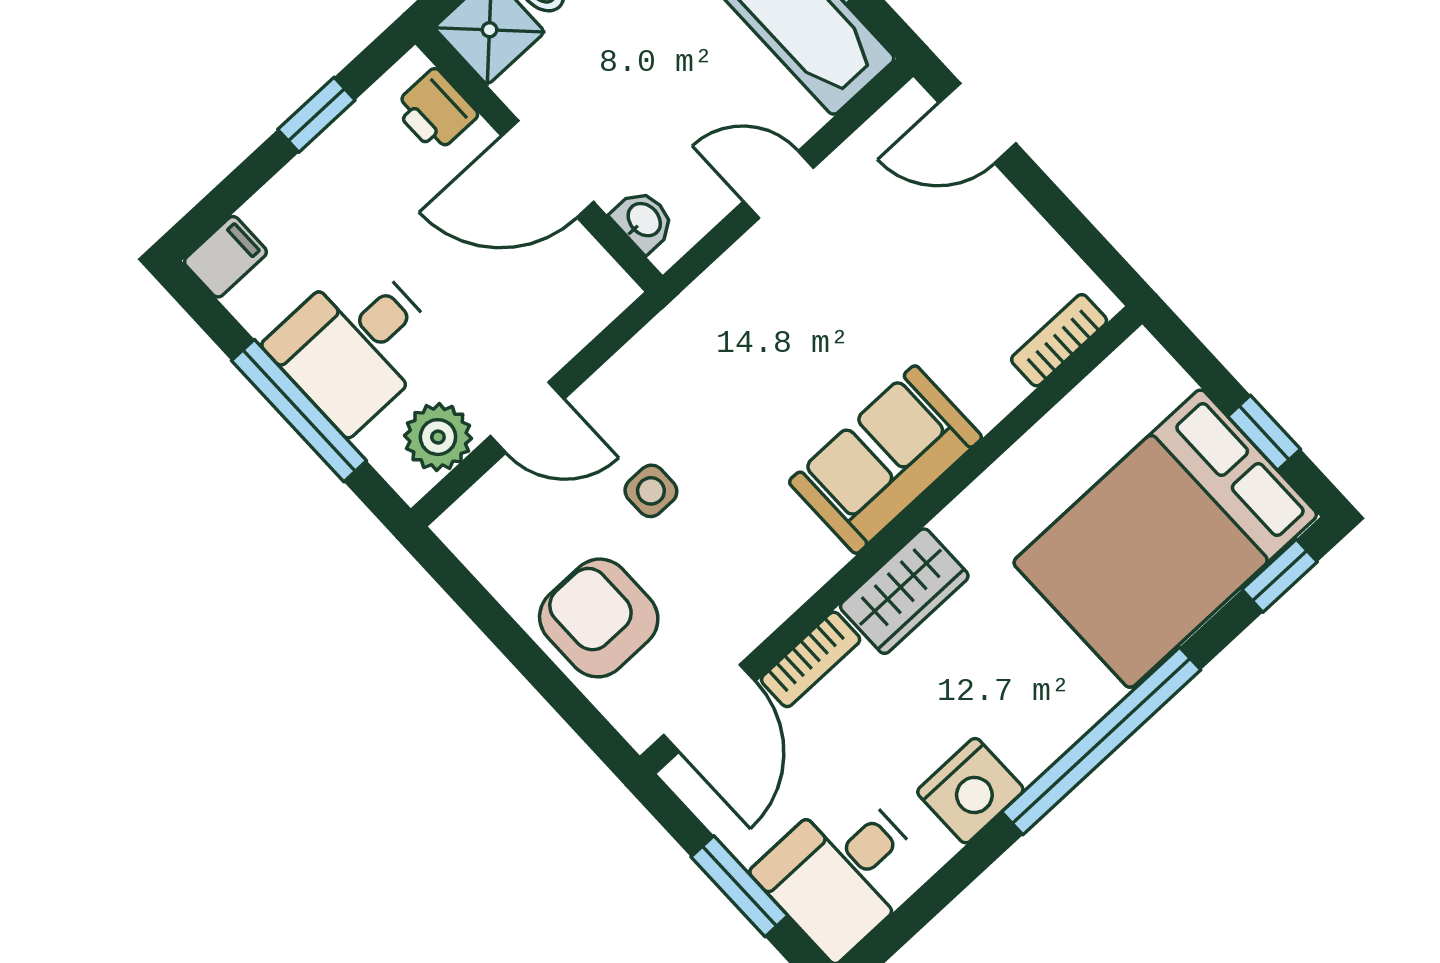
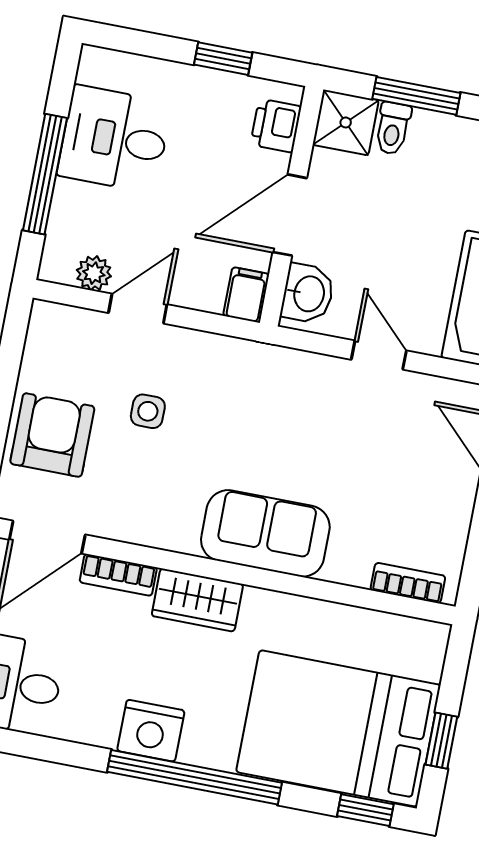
door: (548, 169) -> (290, 215), hinge flipped
washbasin: (643, 221) -> (308, 294), width x1.38, depth x1.45
filing cabinet: (225, 257) -> (246, 295), moved, turned -90
desk: (355, 345) -> (114, 139), moved
door: (527, 417) -> (138, 309), swing flipped
plant: (438, 437) -> (94, 273), width x0.73, depth x0.73
nightstand: (970, 791) -> (151, 731), moved

